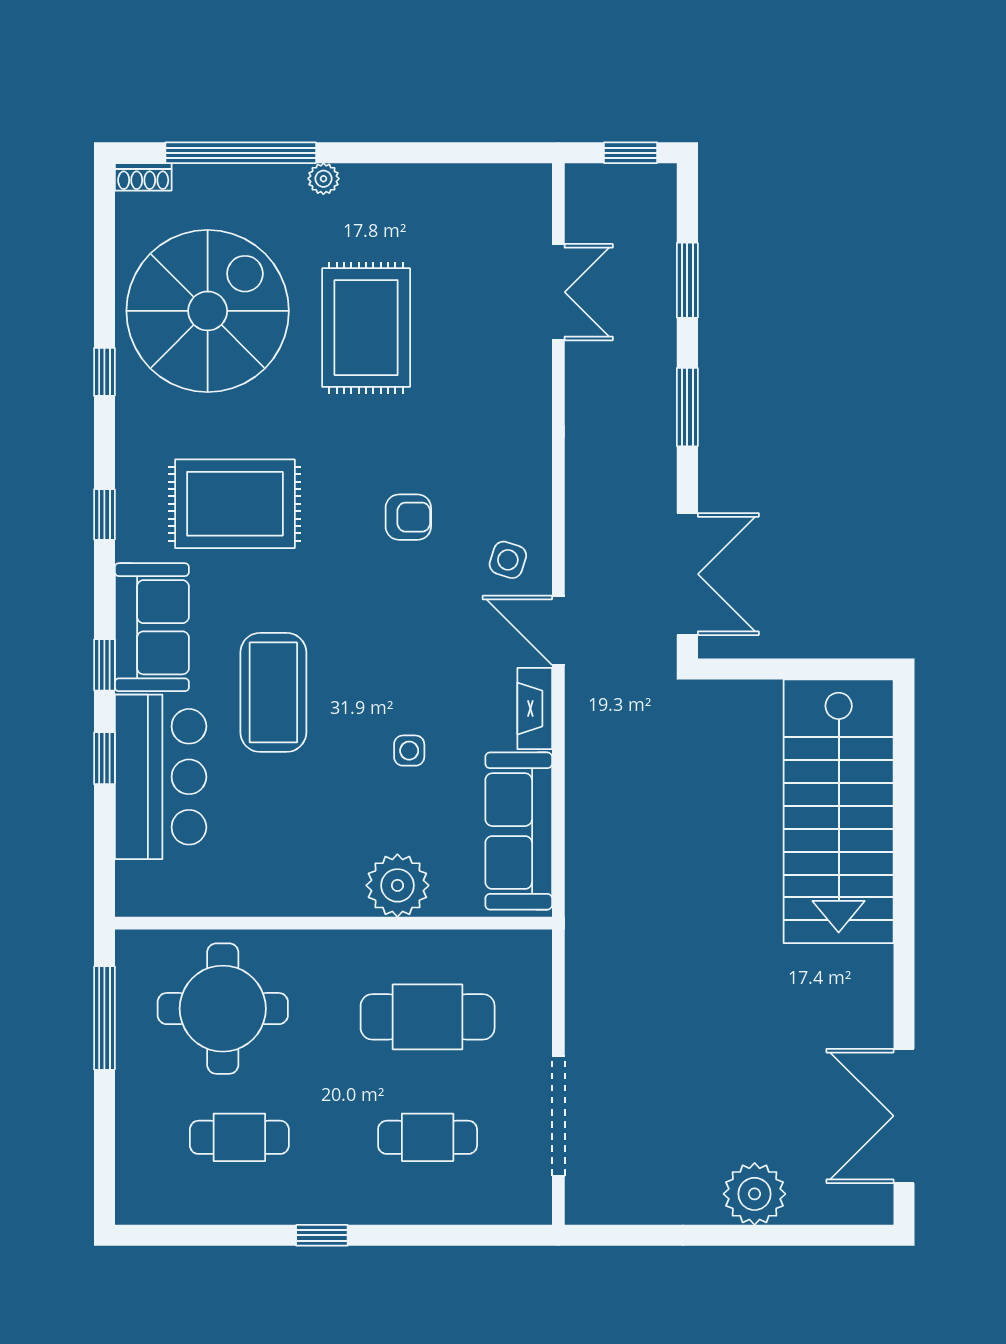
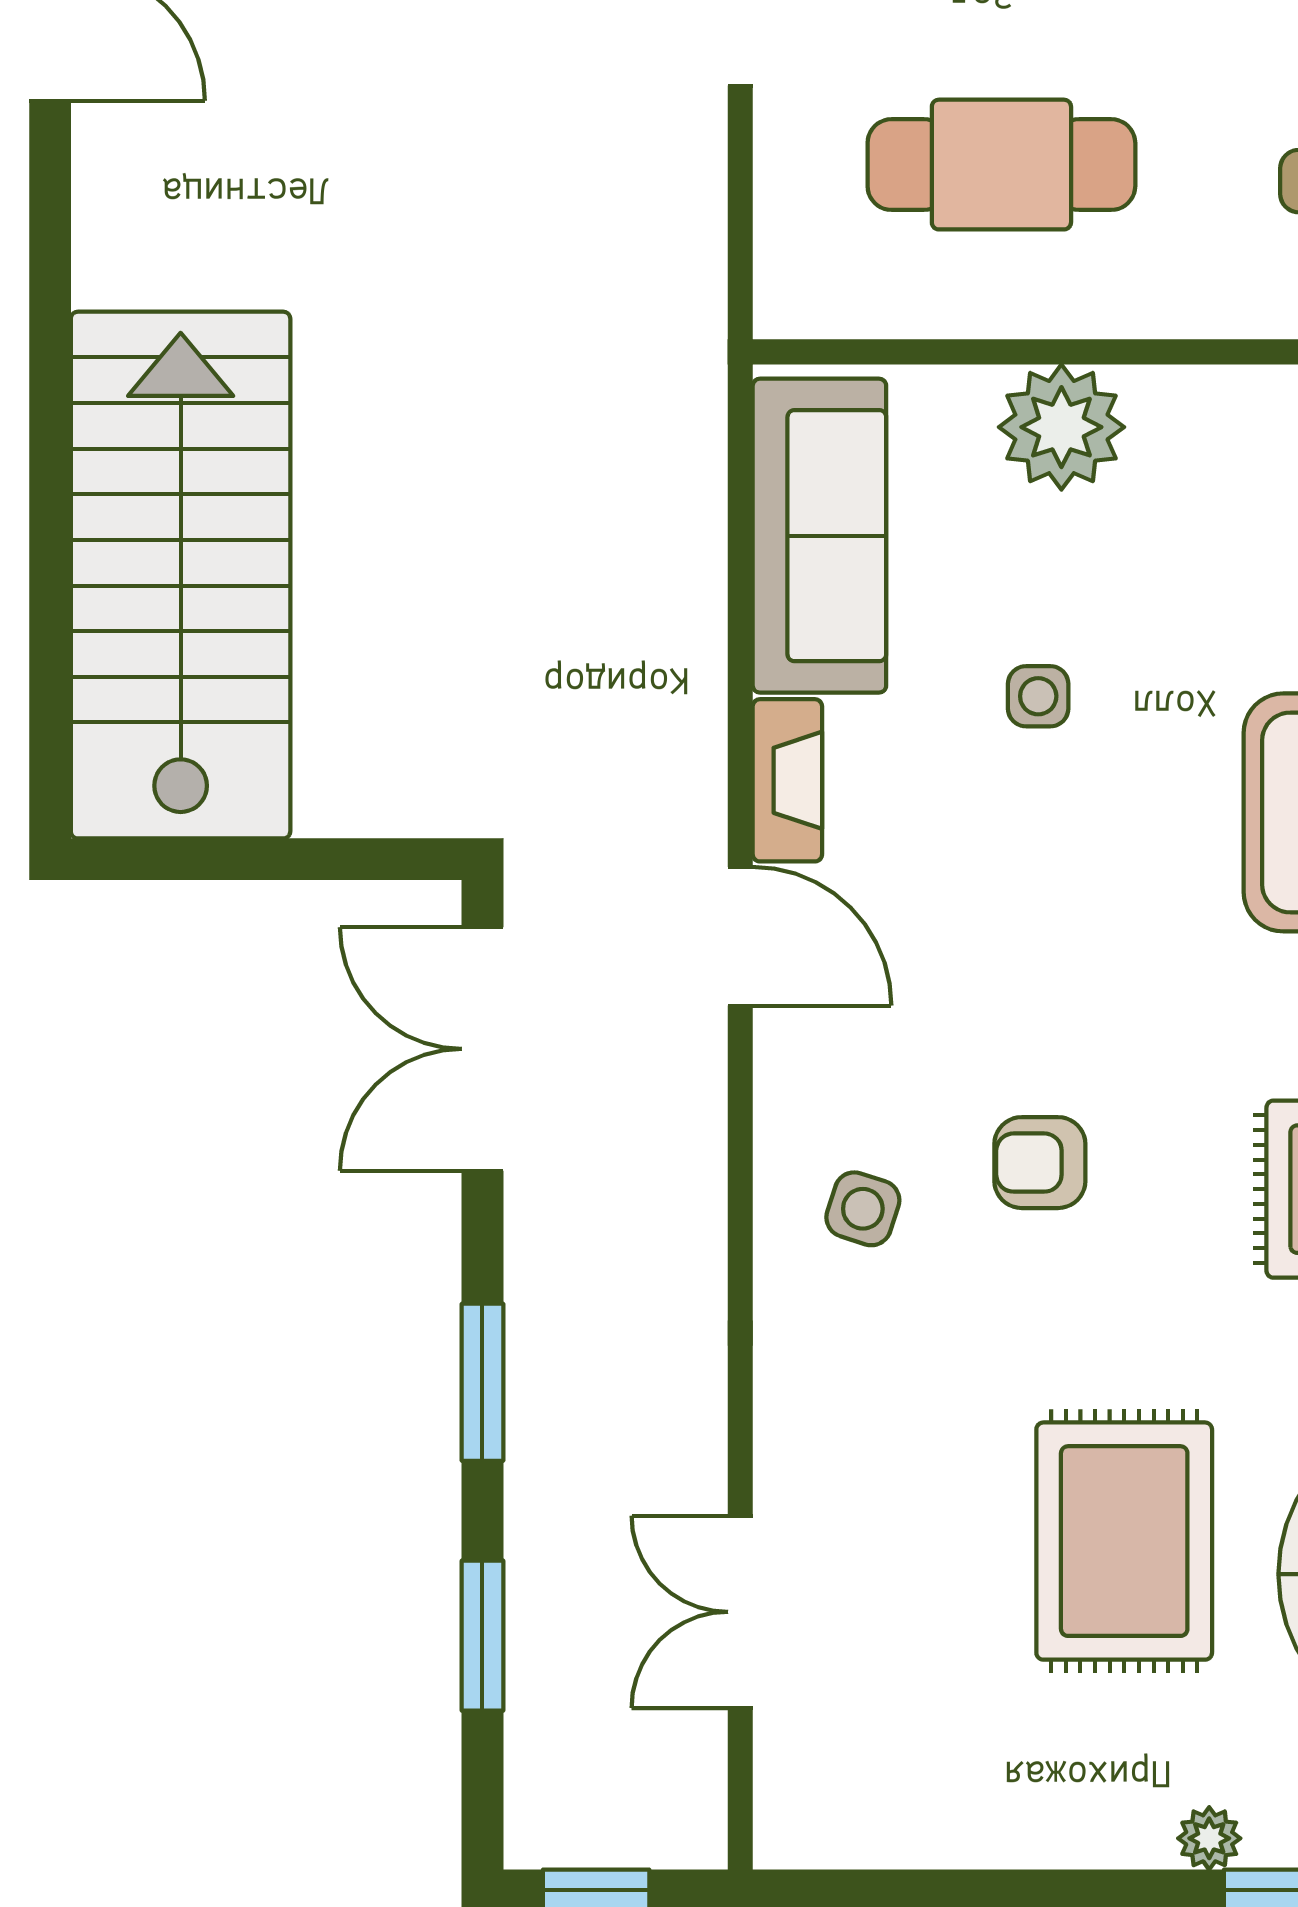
side table: (508, 560) -> (863, 1209), moved

